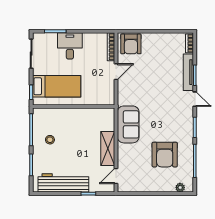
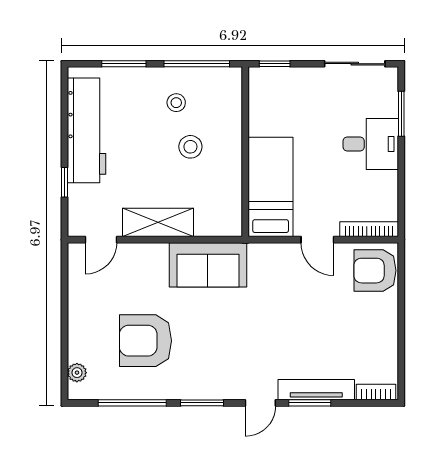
bed: (57, 86) -> (271, 187), moved, turned 180
stool: (71, 133) -> (190, 147), added
door: (116, 176) -> (101, 240), swing flipped

